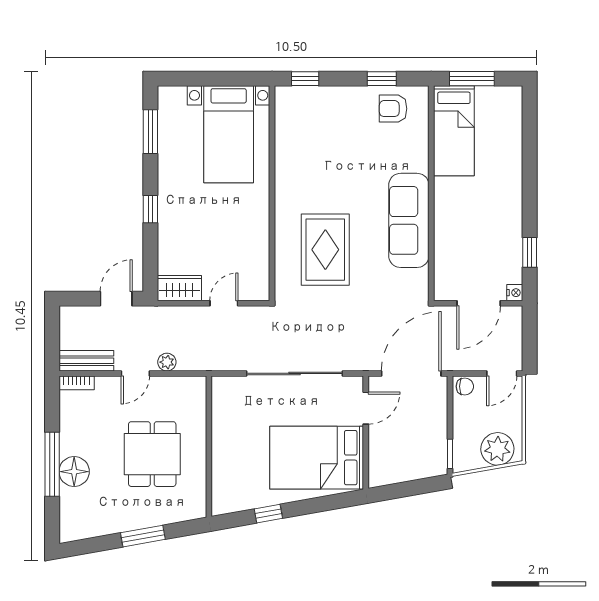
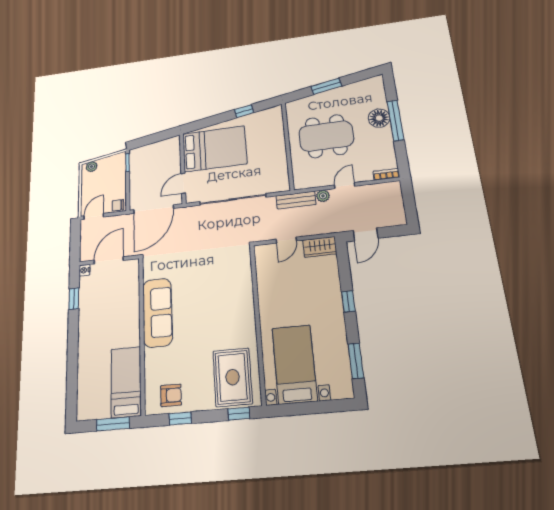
rug: (325, 250) -> (233, 377), moved
bench: (86, 361) -> (296, 200), moved
plant: (497, 449) -> (92, 167), width x0.53, depth x0.53
dining table: (152, 454) -> (326, 136), width x1.38

